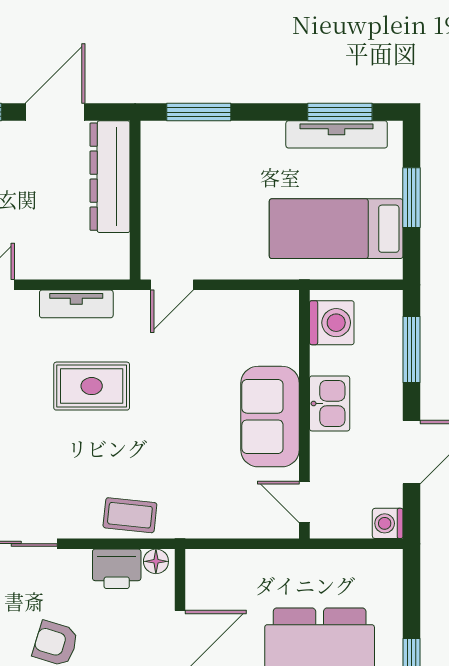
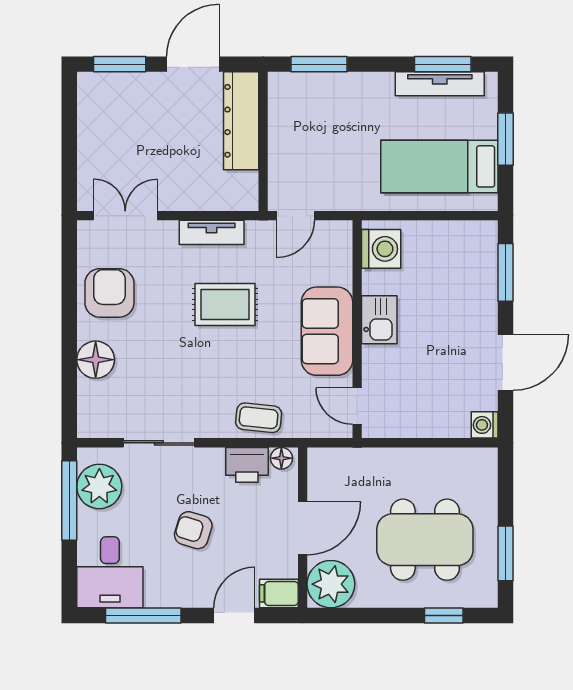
washing machine: (332, 323) -> (381, 249), moved
kitchen sink: (330, 403) -> (379, 320), moved
wall: (304, 414) -> (357, 329), moved
sofa: (270, 417) -> (327, 331), moved
door: (304, 502) -> (357, 406), moved

